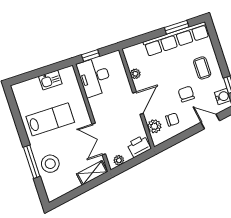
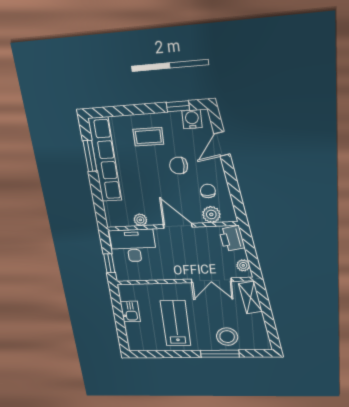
desk: (95, 77) -> (133, 246), moved, turned 180

